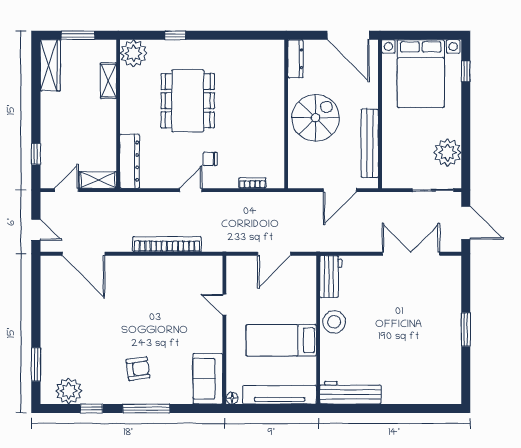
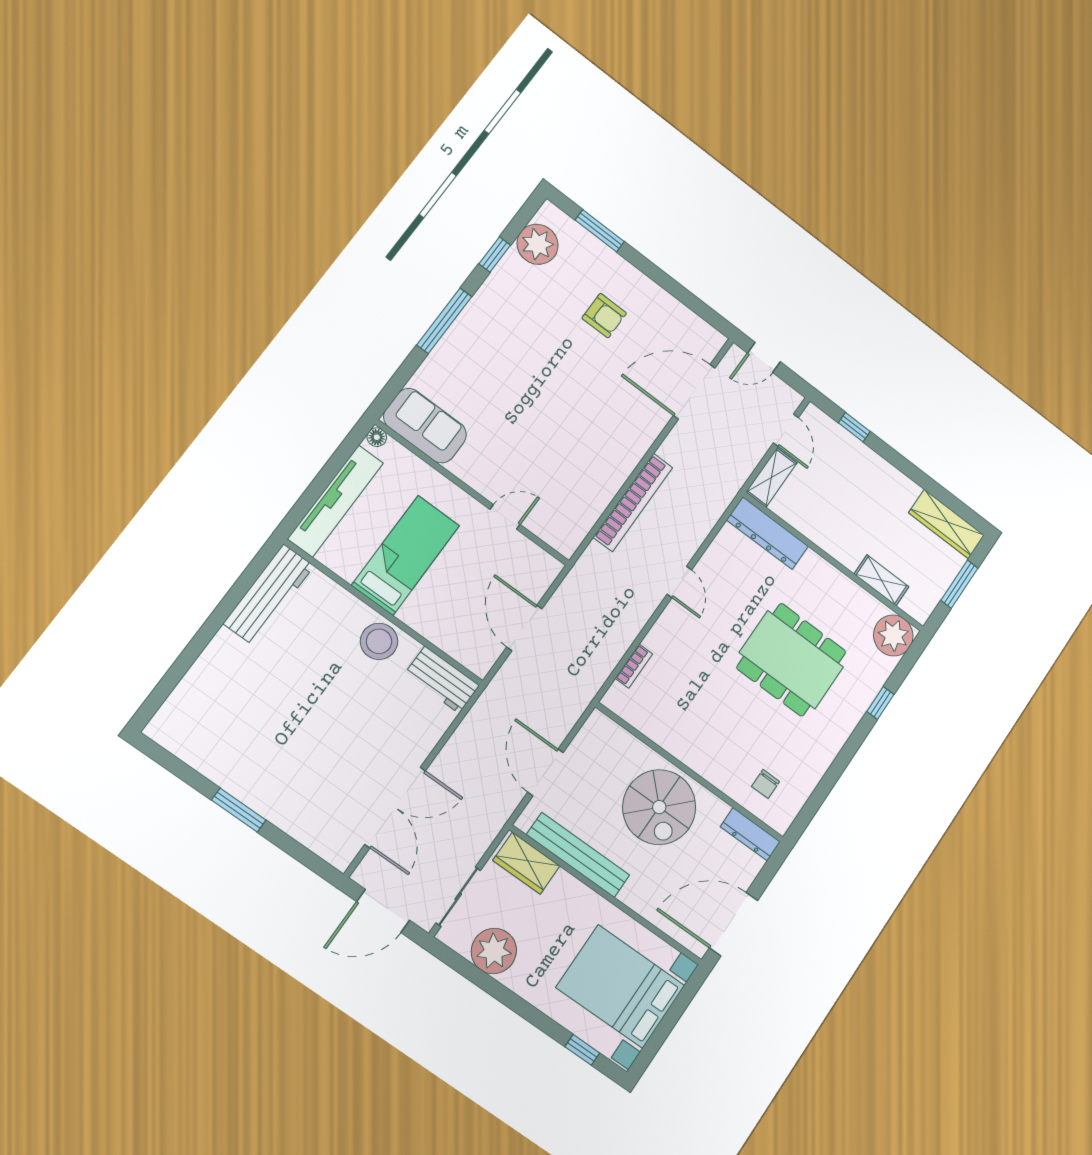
chair: (210, 159) -> (766, 784), moved, turned 180
wardrobe: (392, 167) -> (526, 863), added
armchair: (138, 369) -> (604, 316), moved, turned -82

